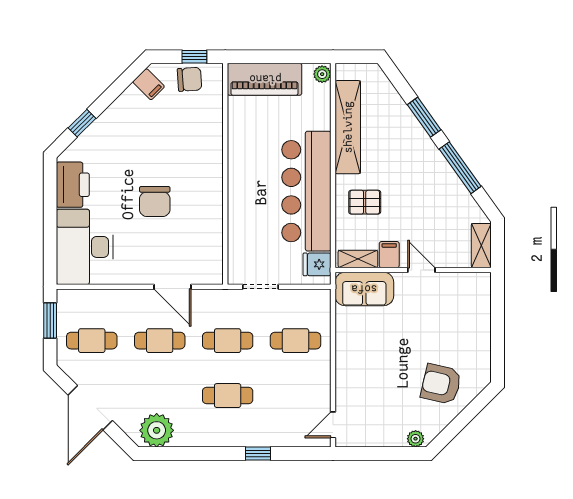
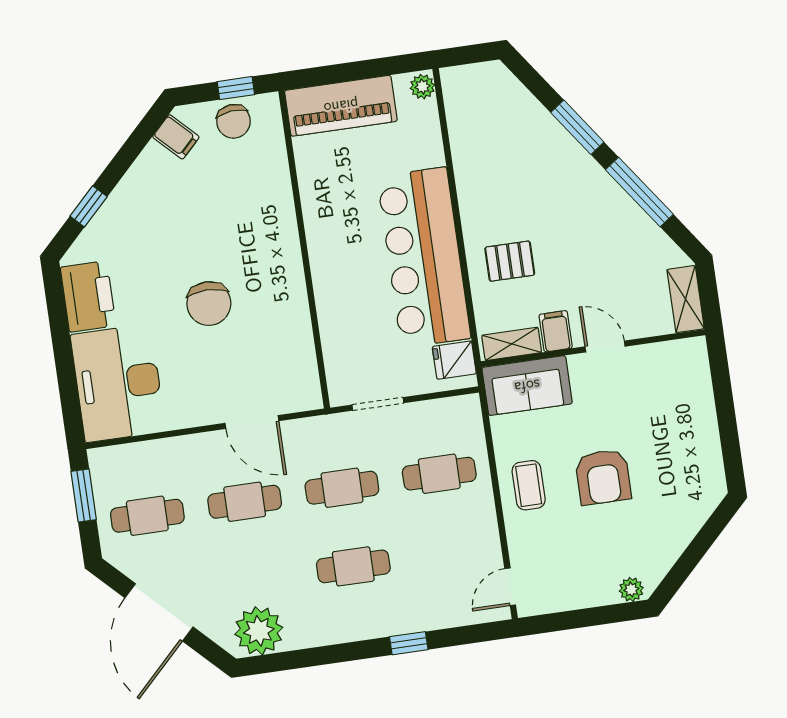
chair: (190, 79) -> (233, 121), turned 89
shelving: (348, 127) -> (470, 157), removed
coffee table: (356, 357) -> (529, 485), added
armchair: (441, 384) -> (603, 477), moved, turned -103

